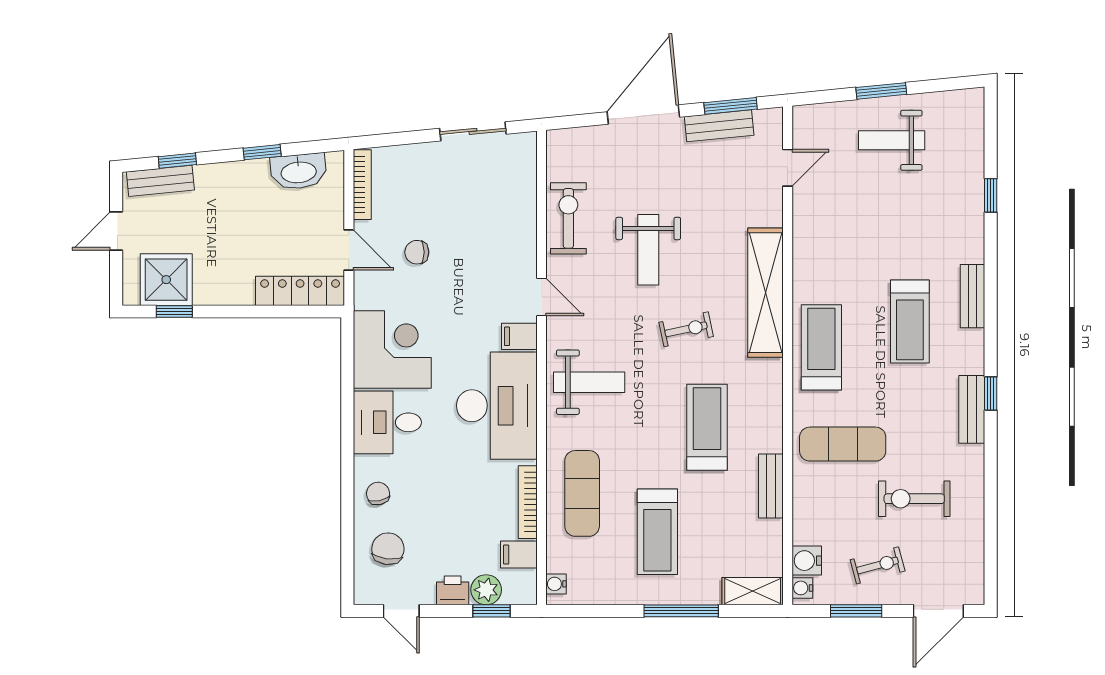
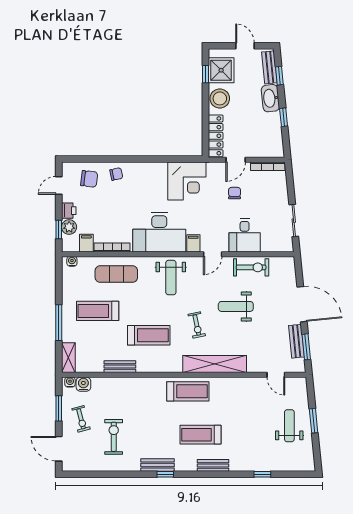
washbasin: (299, 171) -> (270, 98), moved
stool: (224, 282) -> (220, 98), added
desk: (387, 422) -> (245, 235), moved, turned 180
exercise mat: (843, 444) -> (140, 402), removed

